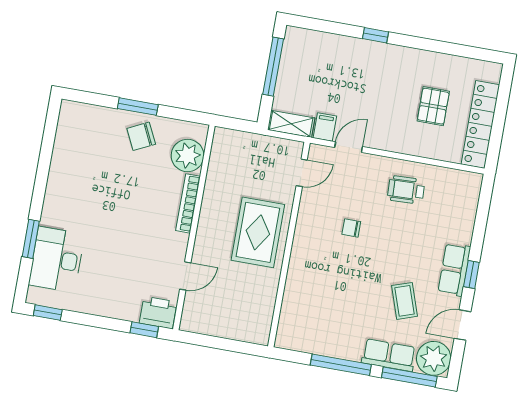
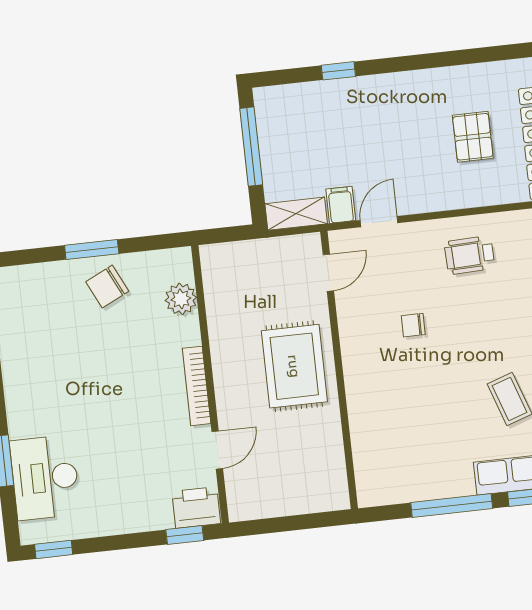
window: (375, 35) -> (338, 71), moved
plant: (188, 155) -> (181, 299), width x0.73, depth x0.73
bookcase: (188, 203) -> (197, 386), moved

